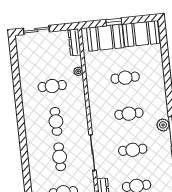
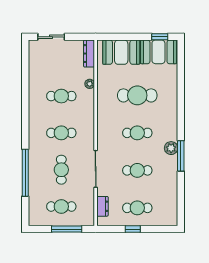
window: (114, 22) -> (160, 37), moved
cafe table: (125, 78) -> (137, 95), width x1.37, depth x1.35
cafe table: (56, 121) -> (61, 133), turned 90
window: (25, 163) -> (25, 173), added

